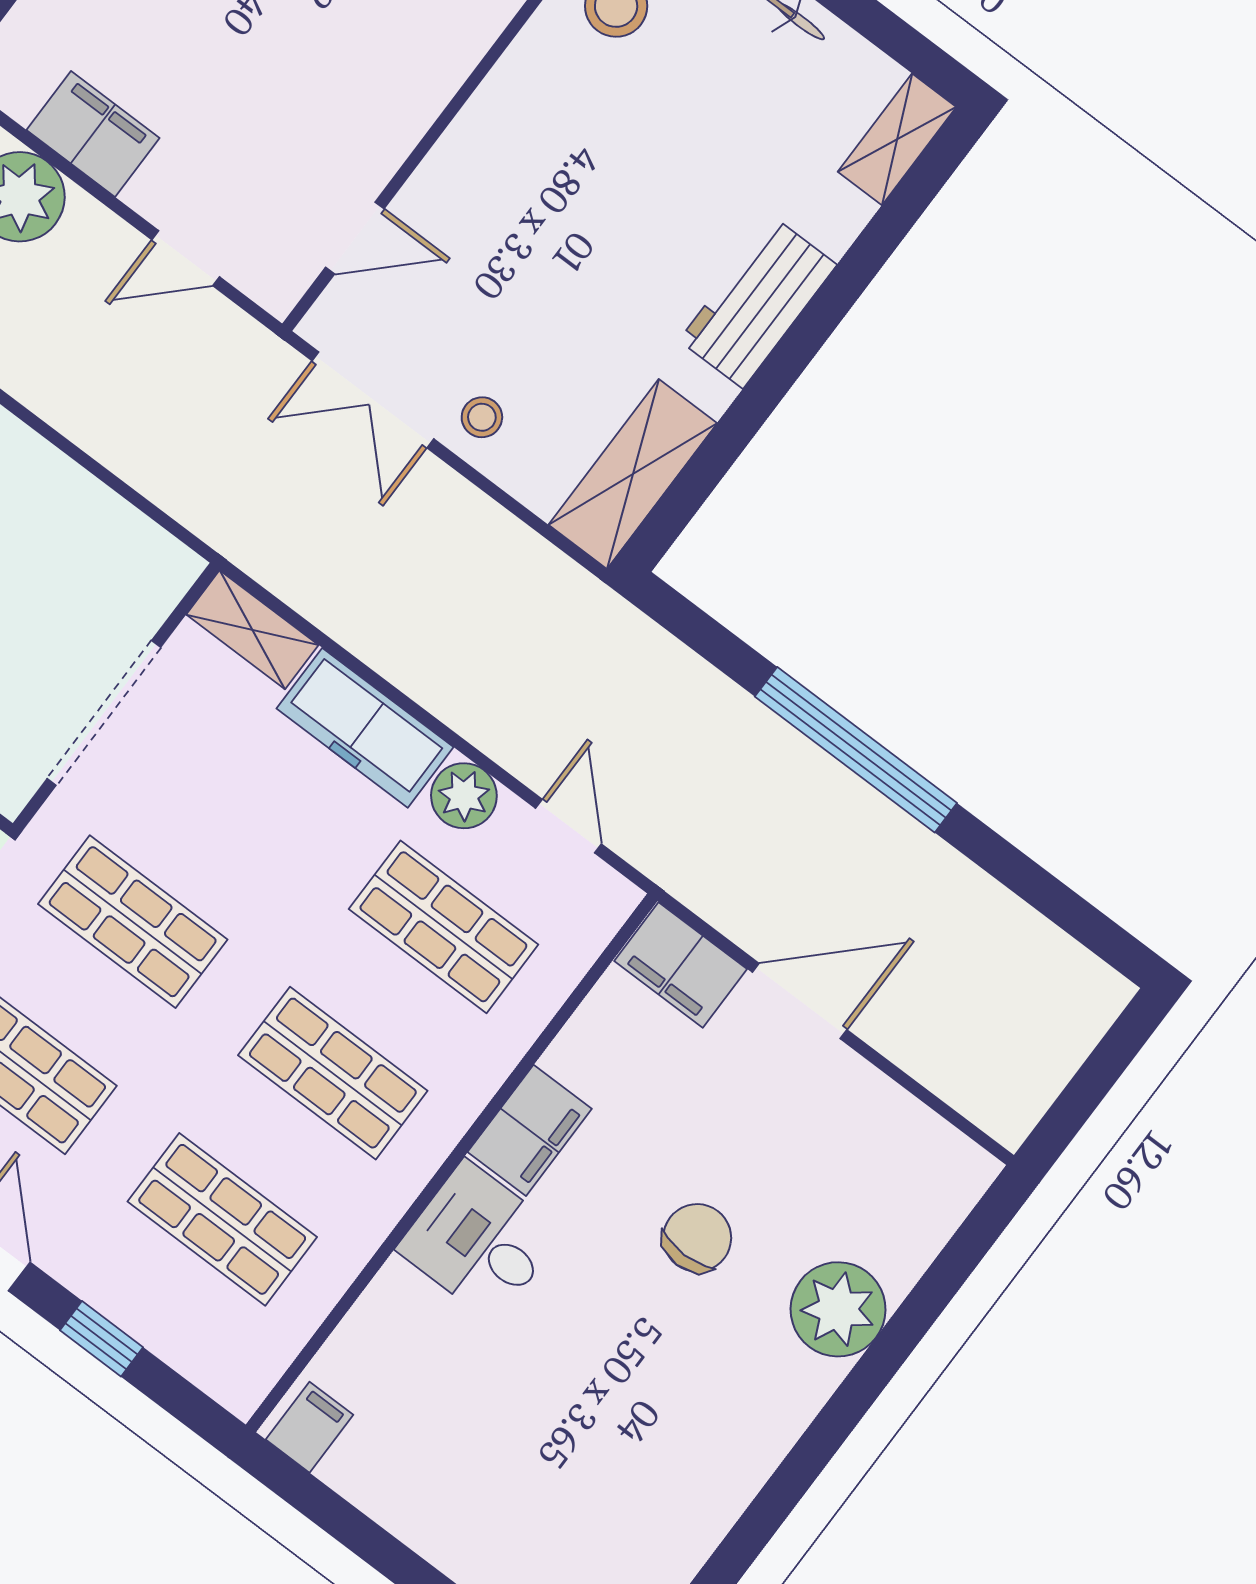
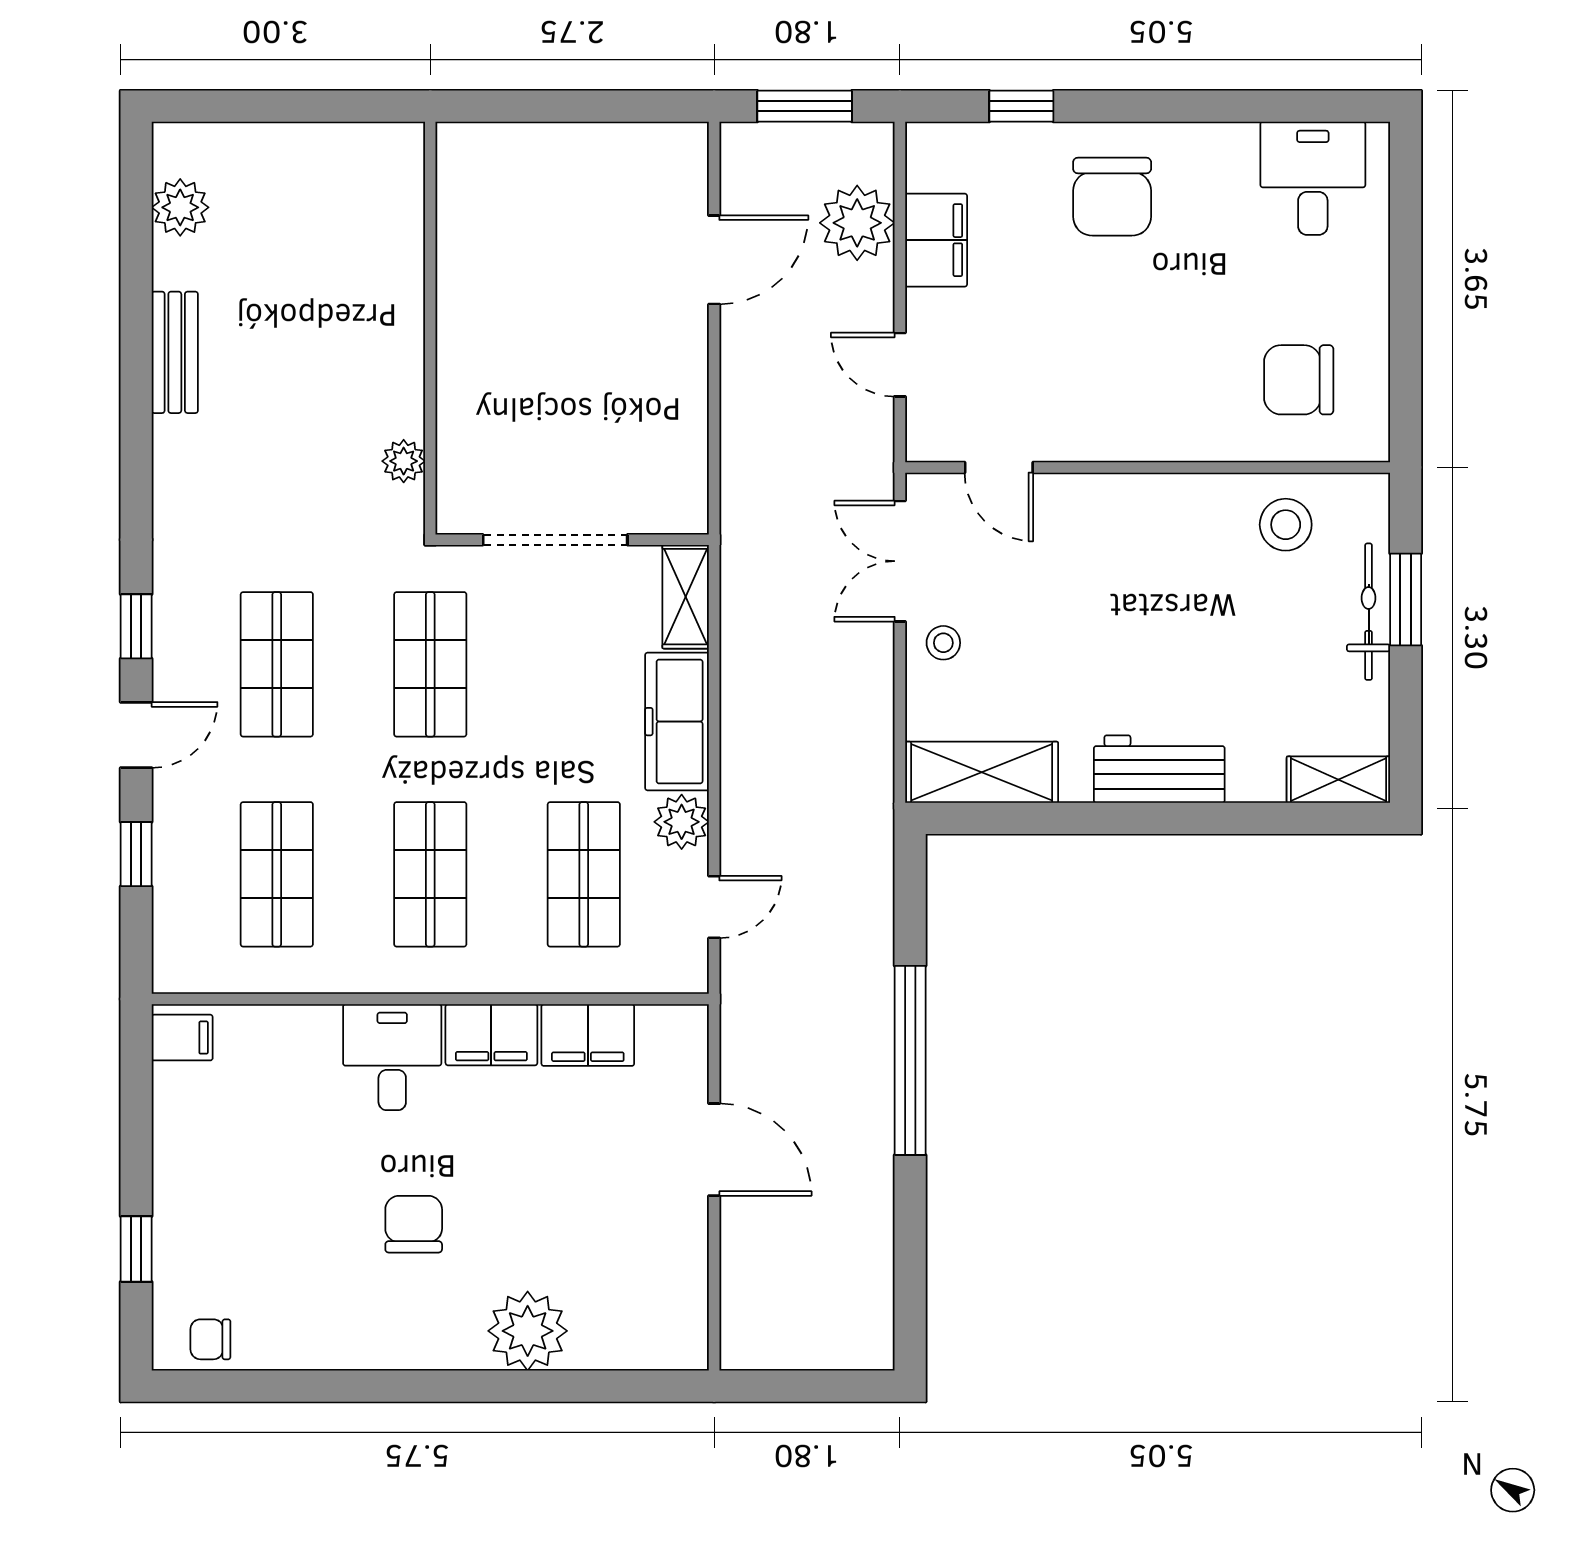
filing cabinet: (681, 965) -> (588, 1035), moved, turned -90
chair: (697, 1238) -> (414, 1224), moved, turned -90

